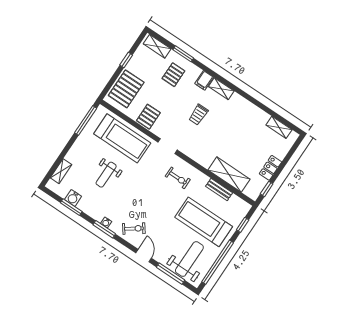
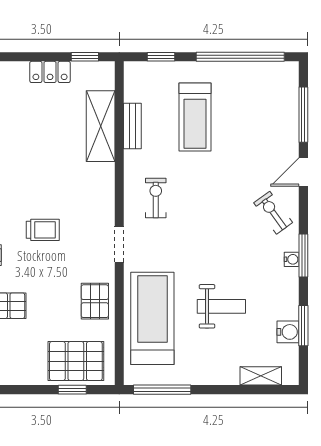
window: (126, 60) -> (72, 390), moved
pallet: (148, 117) -> (95, 301), turned 90
treadmill: (204, 222) -> (195, 117), width x0.73, depth x0.73
weight bench: (189, 259) -> (263, 101), removed

